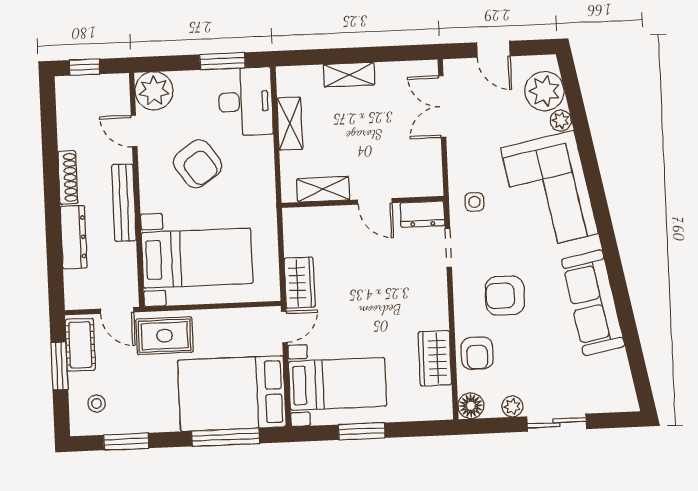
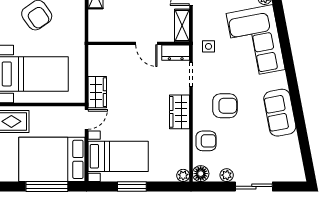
shelving: (323, 189) -> (182, 25), moved, turned 90
armchair: (505, 296) -> (225, 106), turned 180
sofa: (593, 303) -> (280, 113), width x0.73
armchair: (477, 353) -> (206, 141), turned -90
wardrobe: (435, 358) -> (180, 112), moved
plant: (443, 410) -> (183, 175), added

